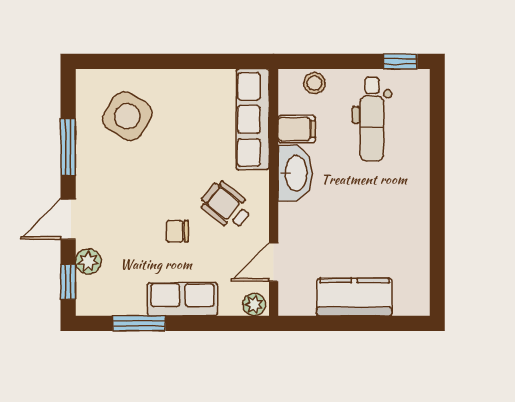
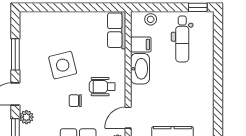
side table: (127, 116) -> (63, 65), moved, turned 45
row of seats: (253, 119) -> (117, 30), width x0.68
wheelchair: (226, 206) -> (102, 87), turned -39

